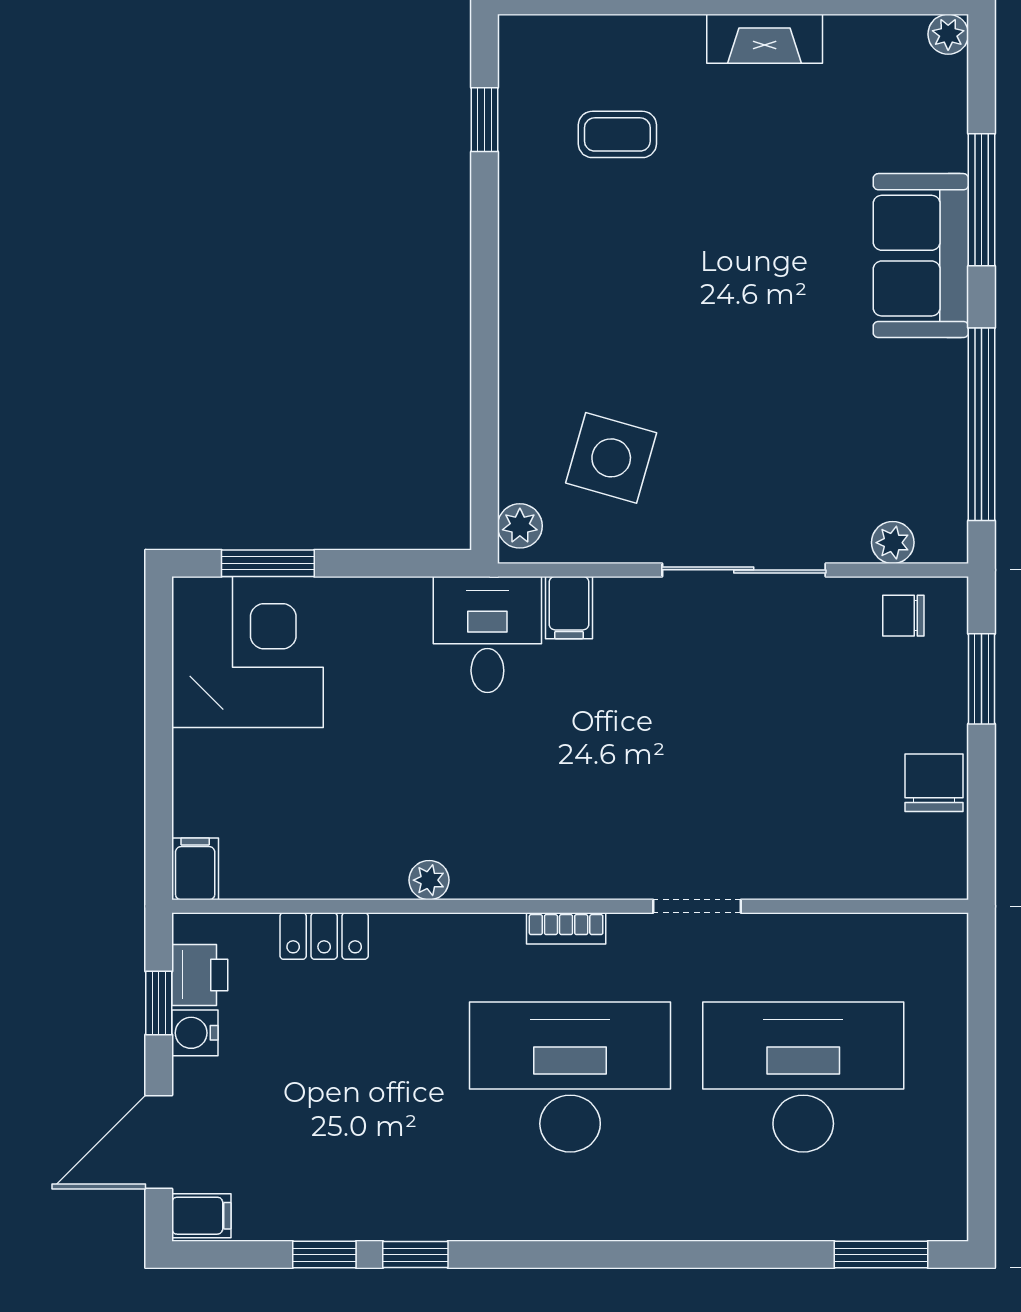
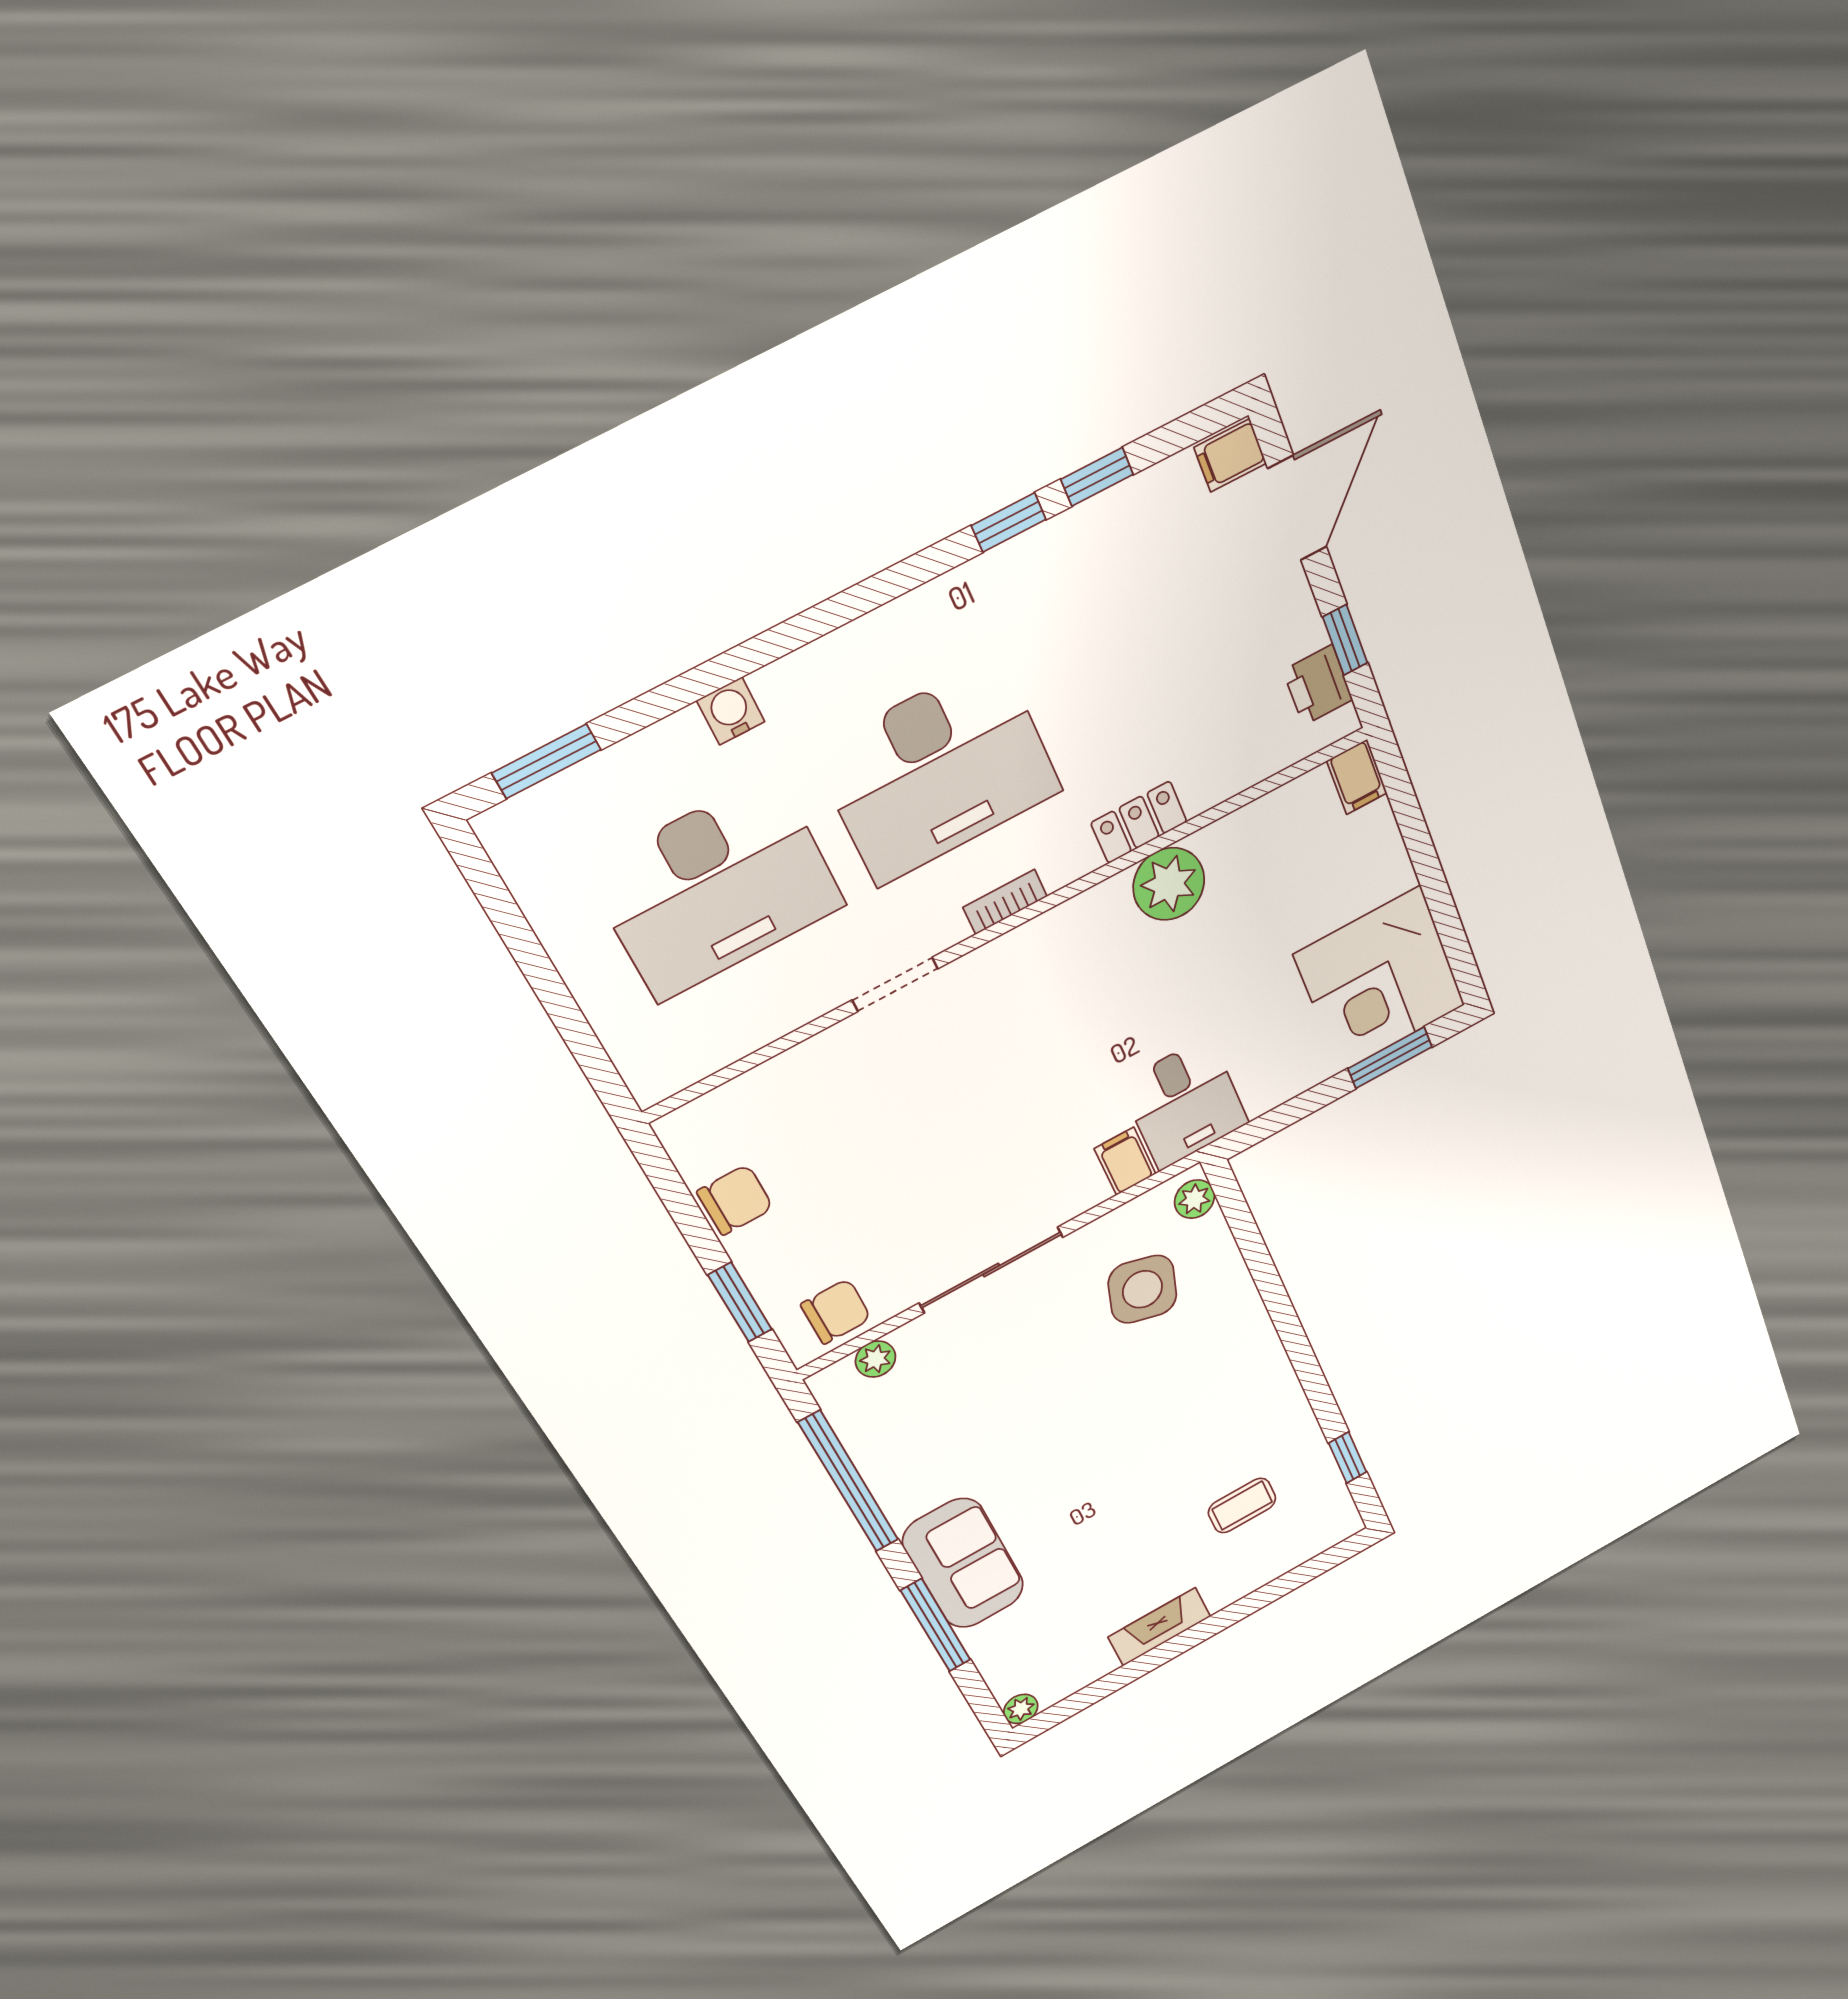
chair: (903, 616) -> (836, 1312), width x1.37, depth x1.37
chair: (934, 783) -> (735, 1200), turned -90
plant: (429, 880) -> (1169, 884), width x1.88, depth x1.88
locker: (324, 936) -> (1139, 822), moved
water cooler: (195, 1033) -> (731, 711), moved, turned -90

